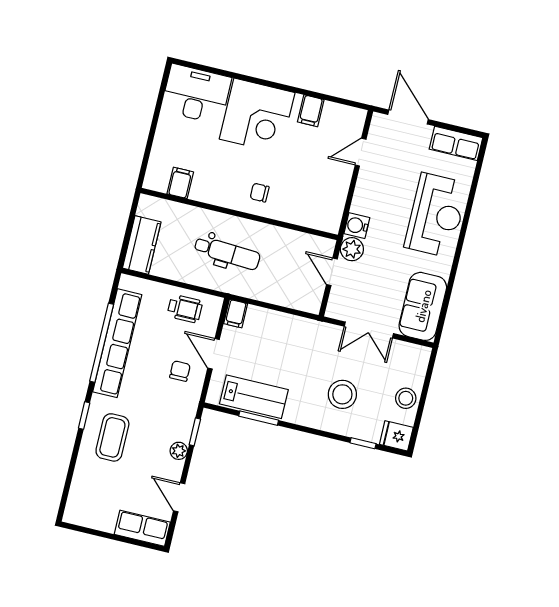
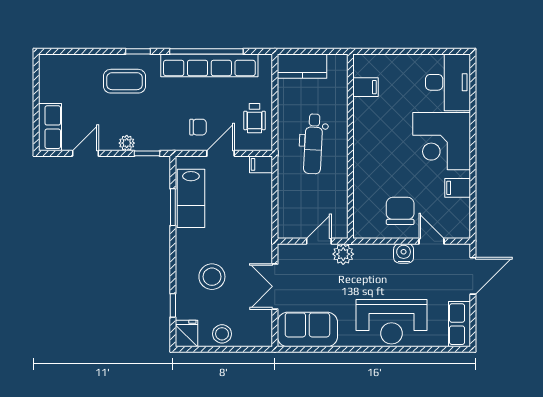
chair: (260, 193) -> (400, 211), moved, width x1.87, depth x1.87
water cooler: (357, 226) -> (404, 253), moved

